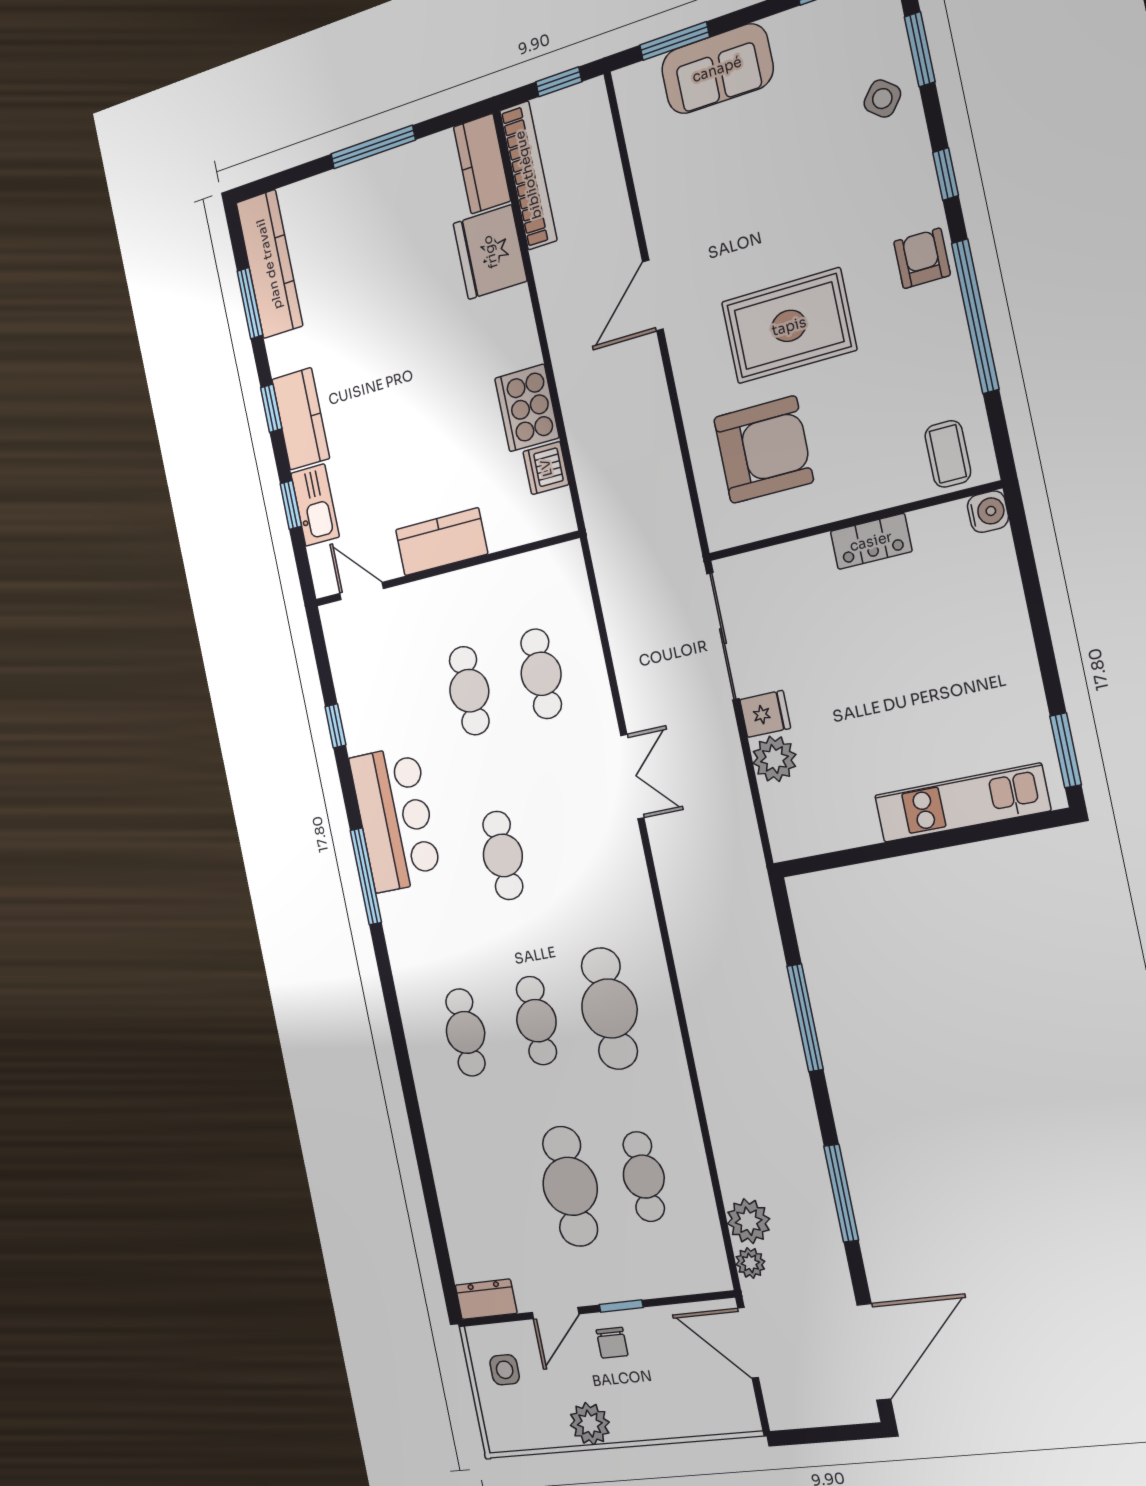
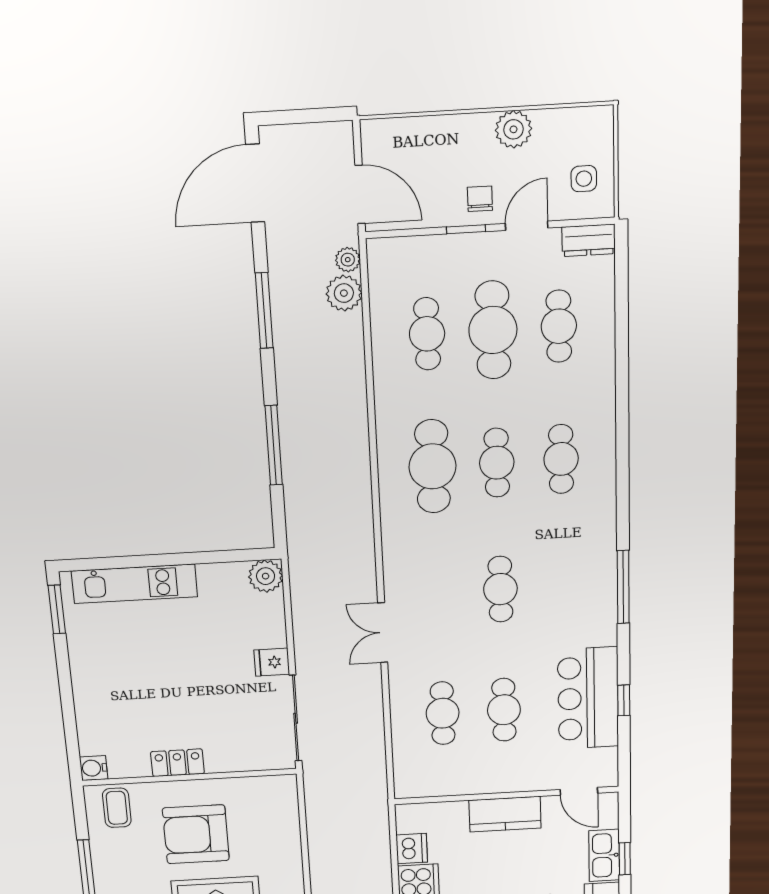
armchair: (763, 450) -> (196, 834), moved
plant: (774, 759) -> (266, 576), moved
bar counter: (395, 819) -> (588, 698), moved
cafe table: (499, 1196) -> (559, 326), added

